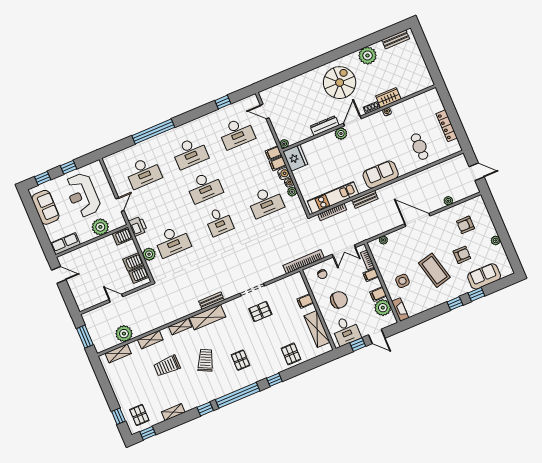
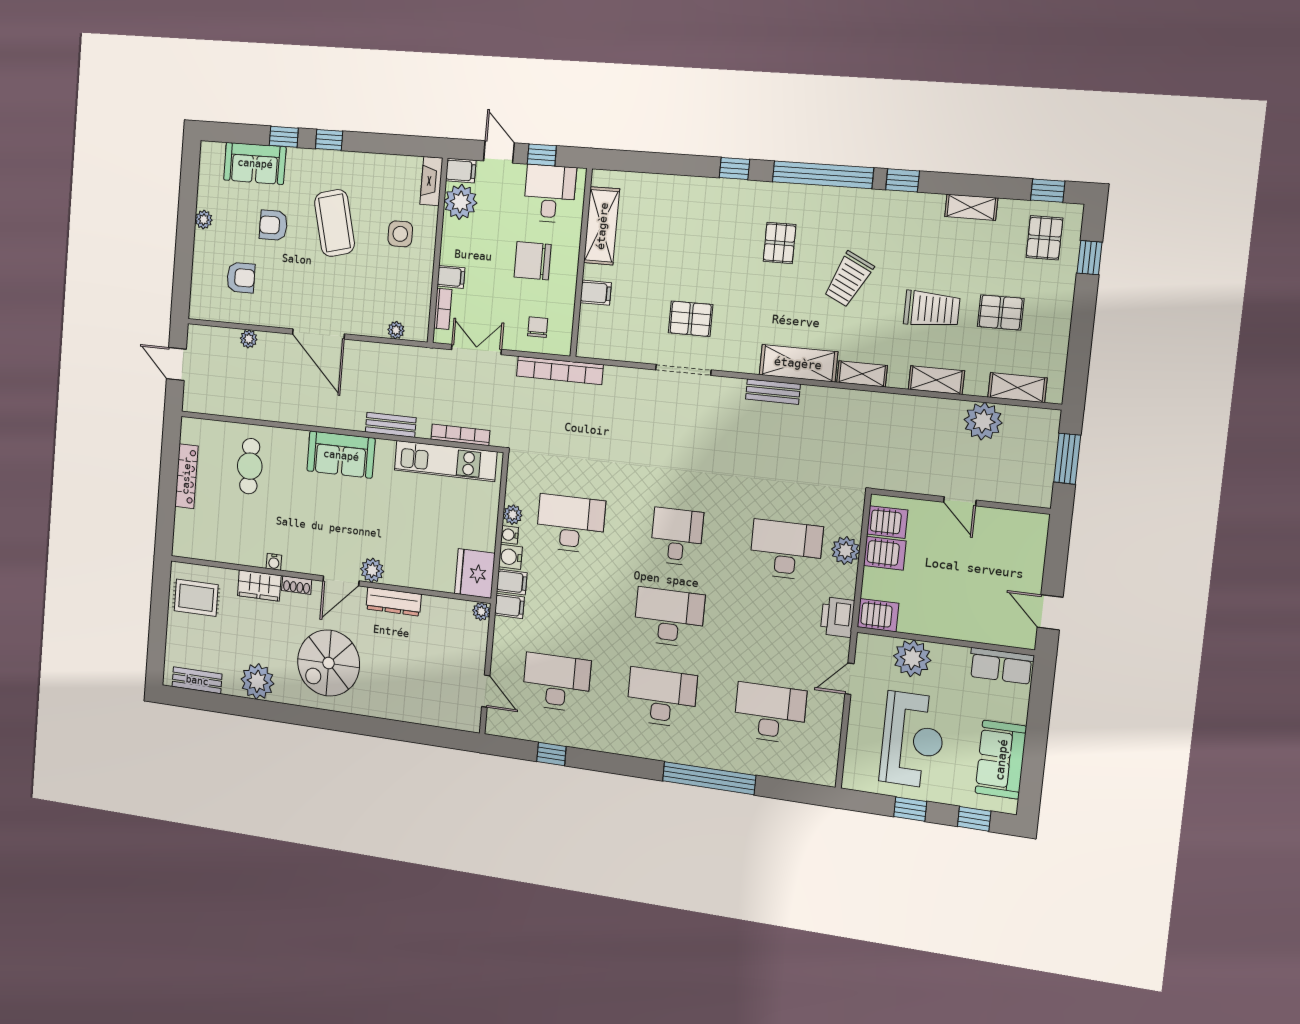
rug: (415, 75) -> (196, 598), added
filing cabinet: (378, 294) -> (461, 171), moved
pallet: (291, 354) -> (1001, 312), moved, turned 90

